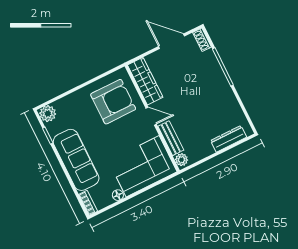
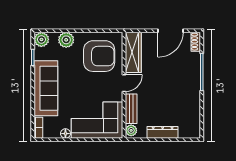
door: (172, 41) -> (171, 31), swing flipped
plant: (72, 102) -> (66, 40), added
door: (151, 116) -> (124, 83), hinge flipped
dresser: (229, 139) -> (163, 132), moved

